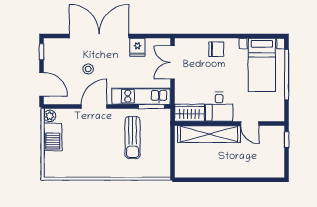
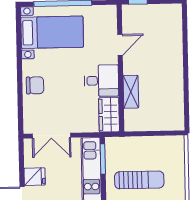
chair: (216, 49) -> (35, 85), turned 90
shelving: (209, 134) -> (131, 92), width x0.45, depth x0.75

